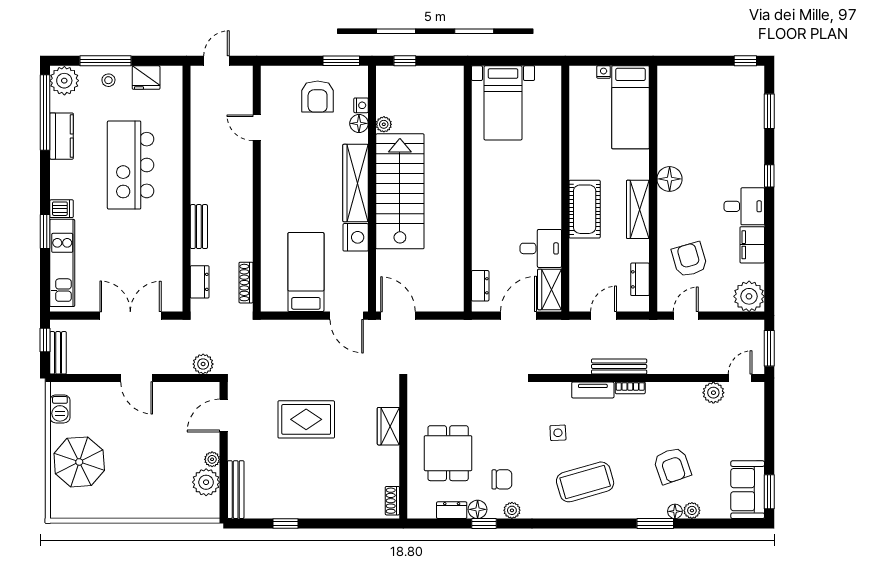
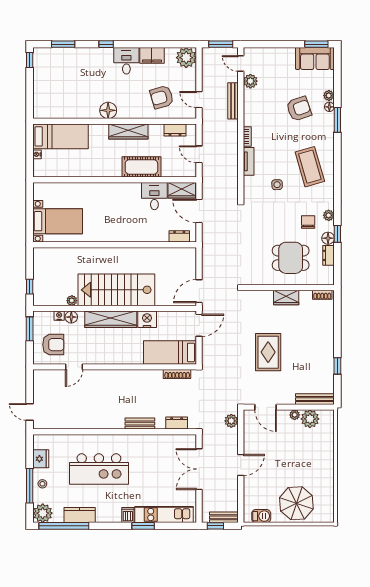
door: (257, 128) -> (74, 367), moved
wall: (257, 189) -> (115, 367), moved
cot: (585, 209) -> (141, 167), moved
shoe rack: (246, 283) -> (177, 374), moved
bench: (619, 366) -> (233, 101), moved
wardrobe: (388, 426) -> (286, 297), moved

